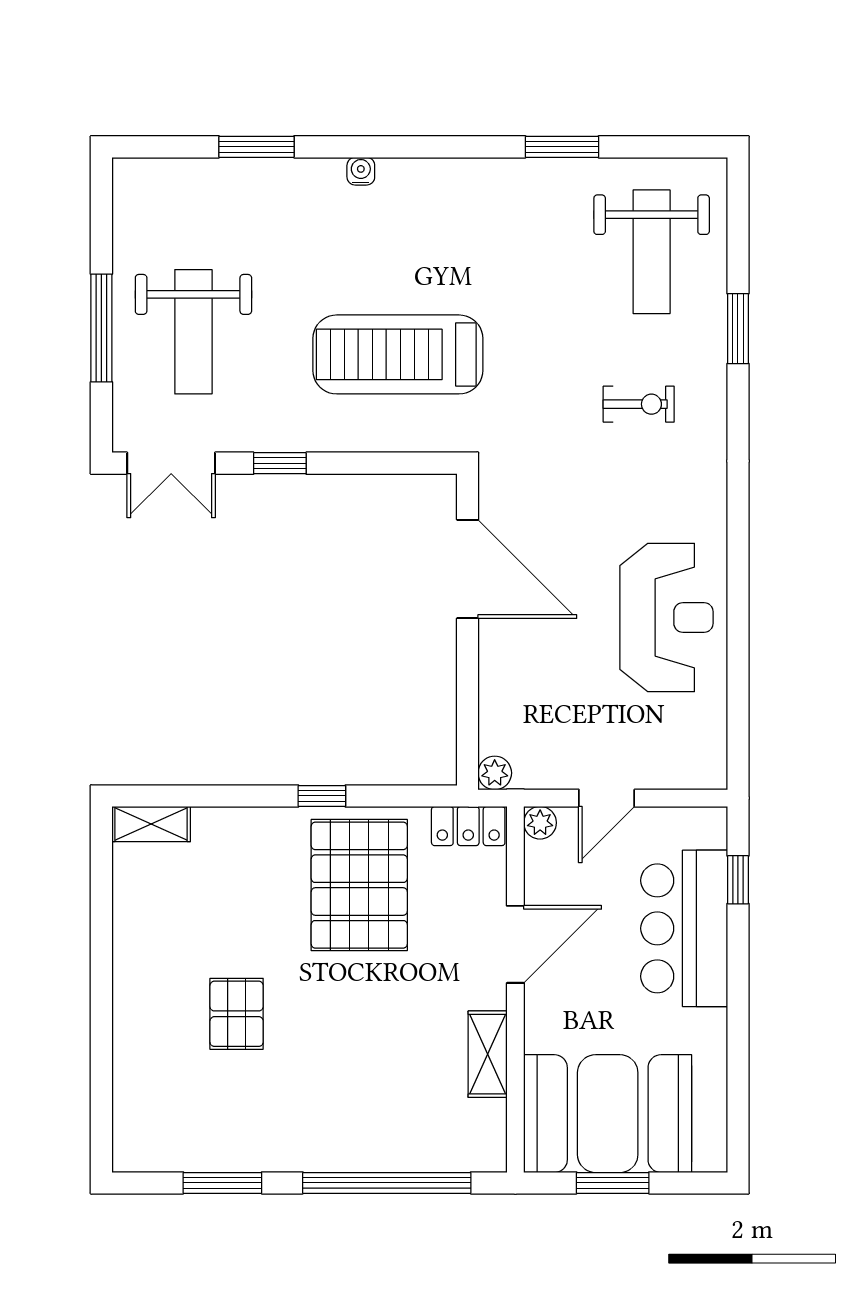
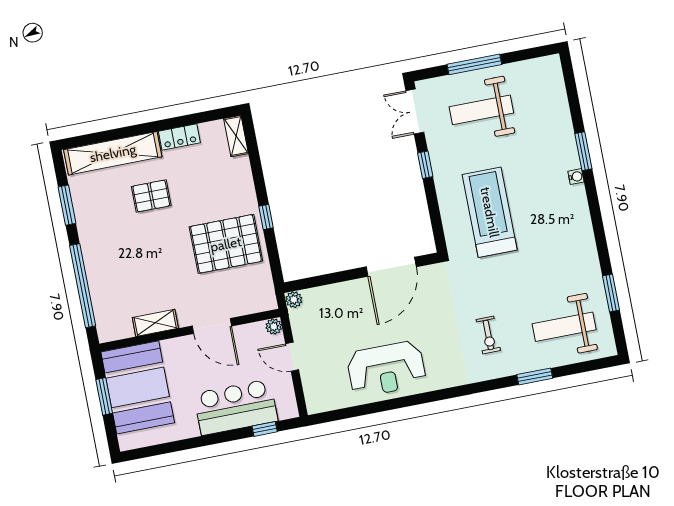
window: (256, 147) -> (583, 151), moved
window: (562, 147) -> (611, 293), moved
locker: (468, 826) -> (179, 137), moved, turned -90
shelving: (138, 1073) -> (113, 153), added

